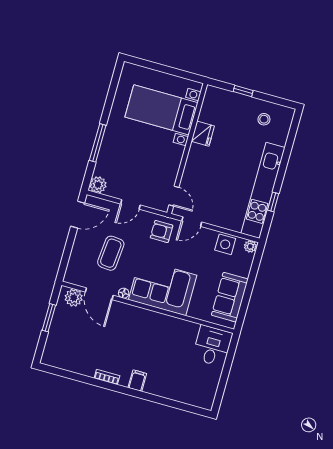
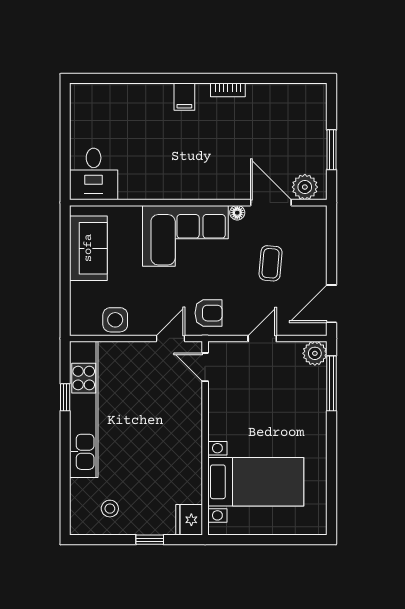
fridge: (203, 134) -> (189, 520), moved
window: (98, 143) -> (332, 383), moved
plant: (250, 246) -> (79, 327), removed
coffee table: (111, 253) -> (271, 263), width x0.73, depth x0.77

